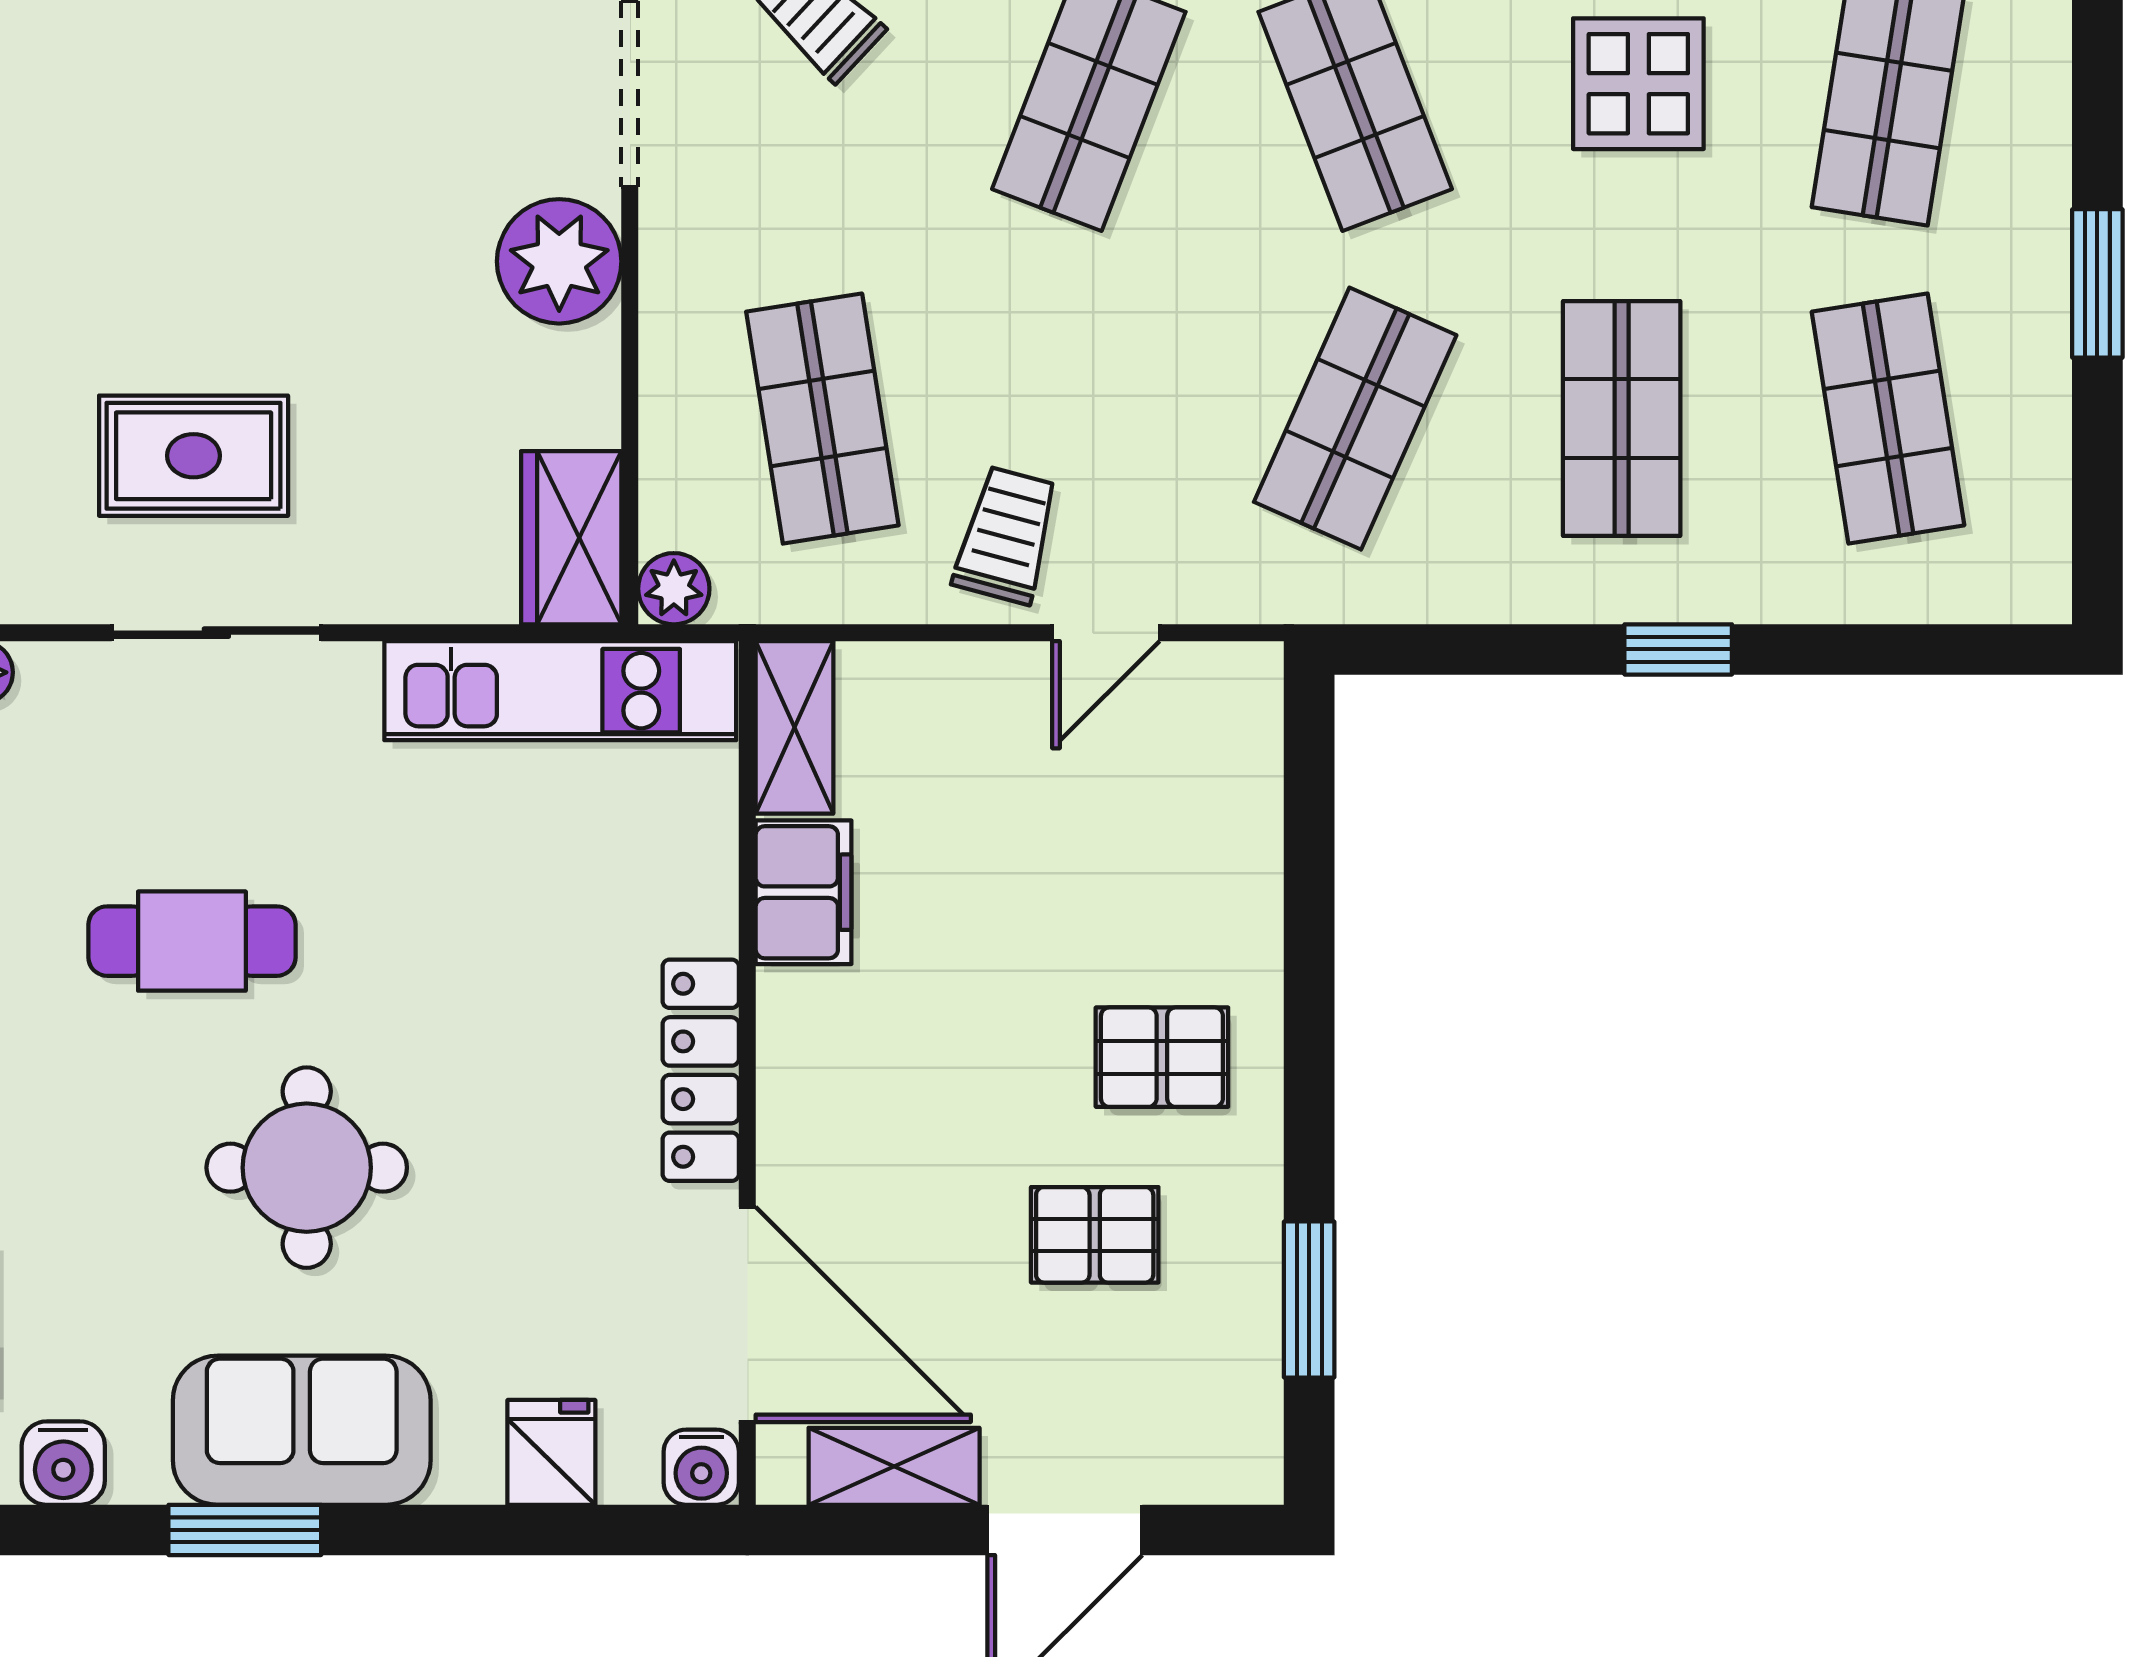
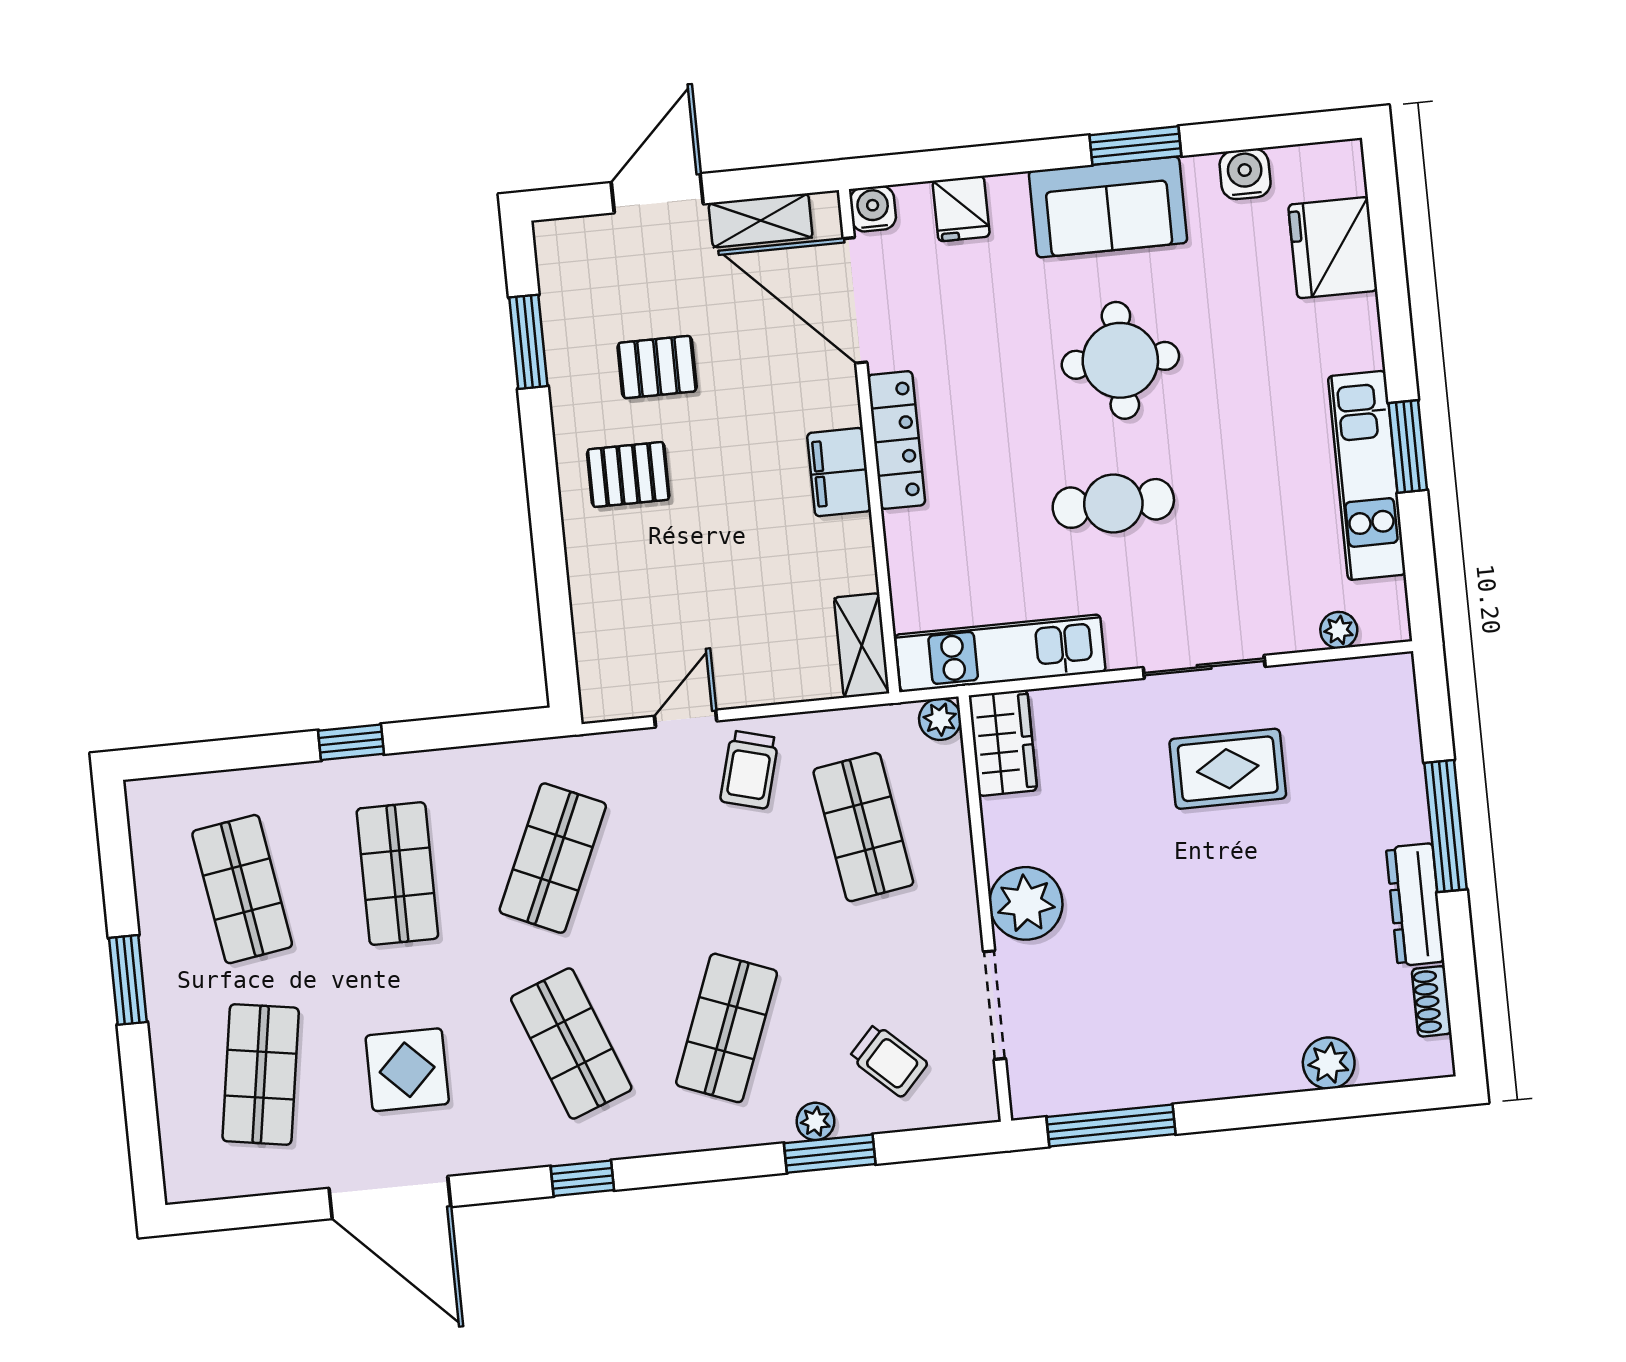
filing cabinet: (804, 892) -> (839, 472), moved
cafe table: (192, 941) -> (1113, 503), moved

